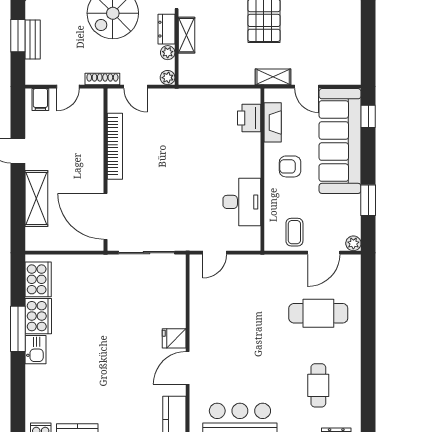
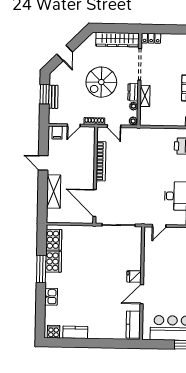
kitchen sink: (36, 350) -> (51, 297), moved

